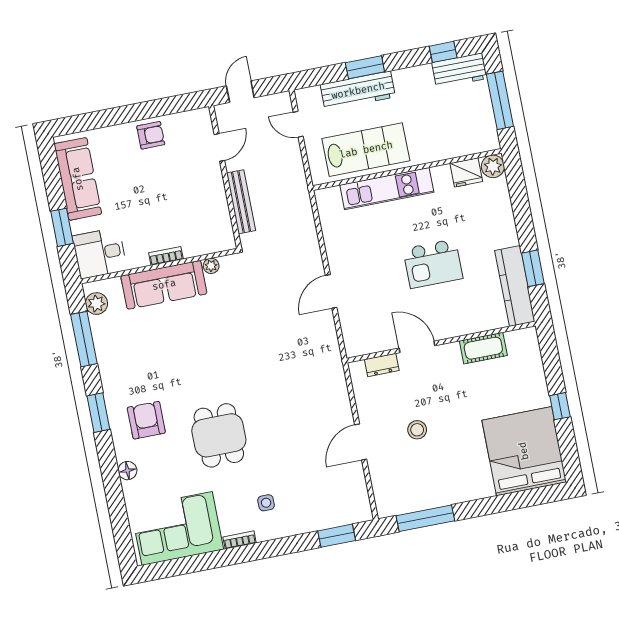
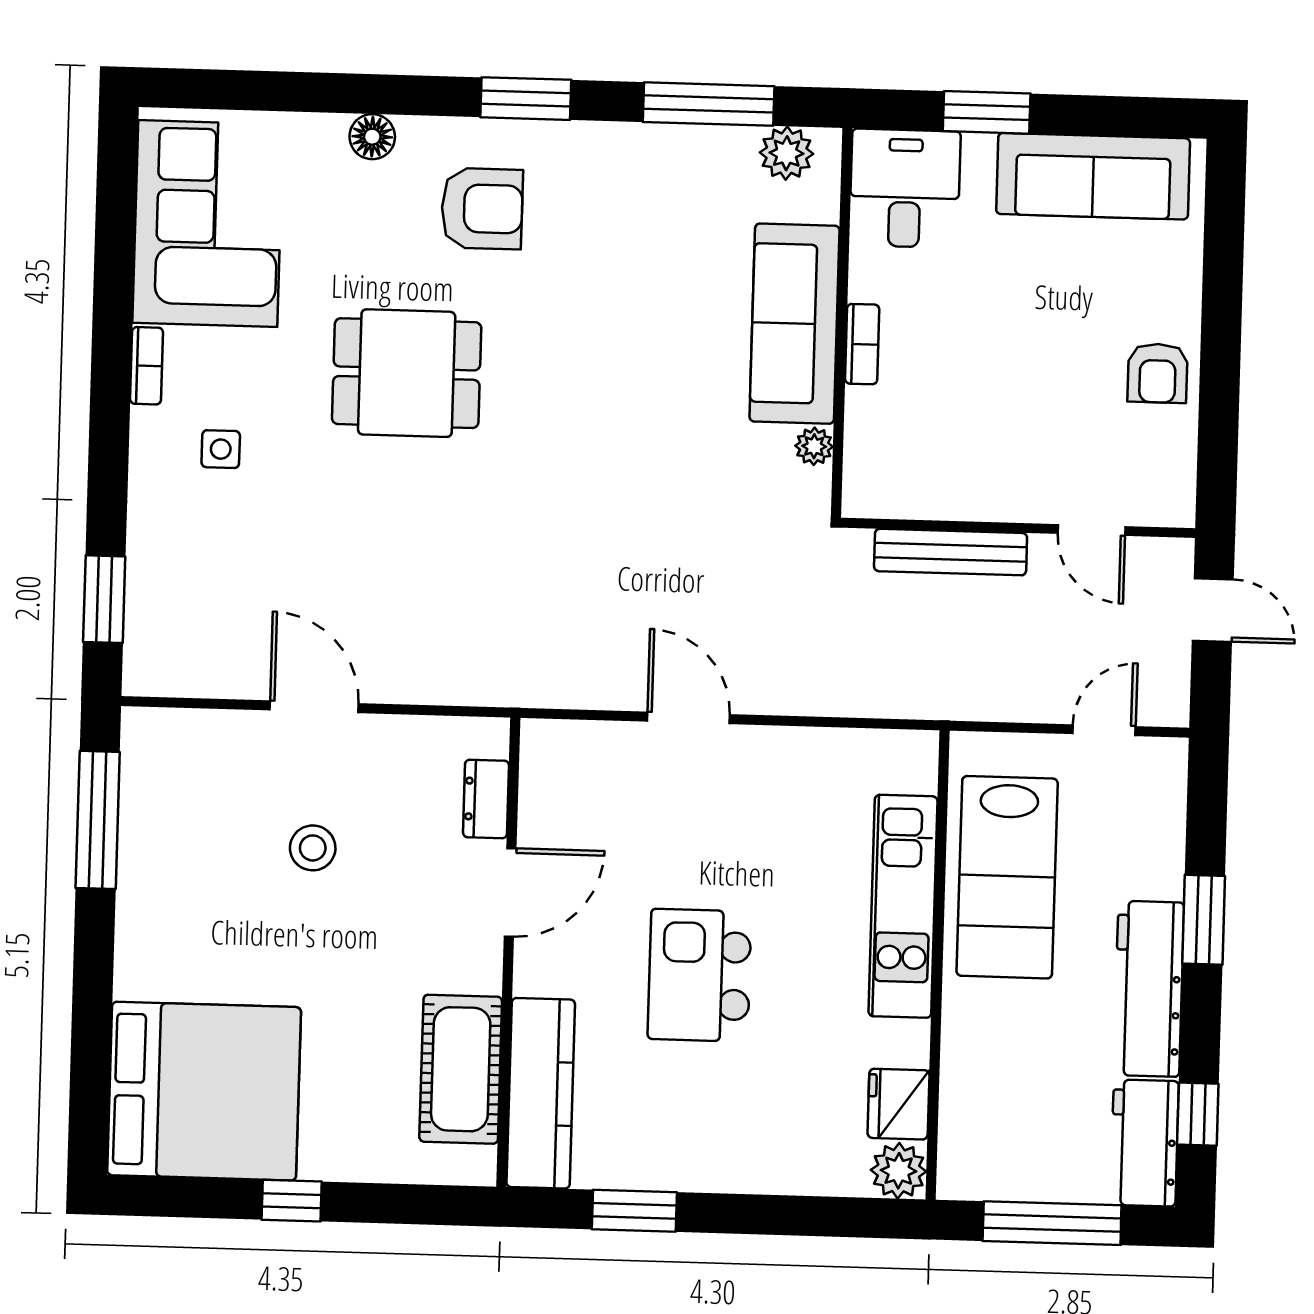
workbench: (358, 91) -> (1149, 989), moved
kitchen counter: (515, 286) -> (541, 1093), moved, turned 90
cot: (483, 348) -> (461, 1069), width x1.37, depth x1.34

